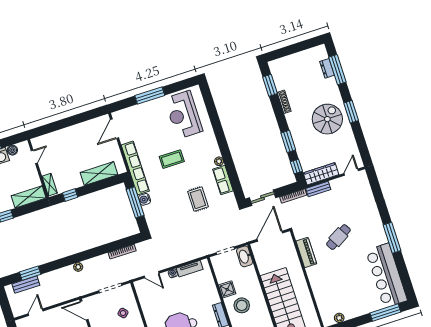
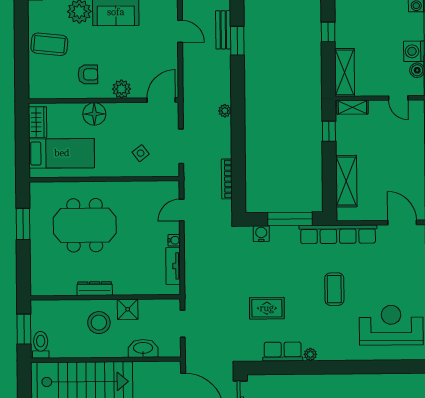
water cooler: (145, 199) -> (261, 234), moved
washbasin: (245, 256) -> (143, 348), moved

